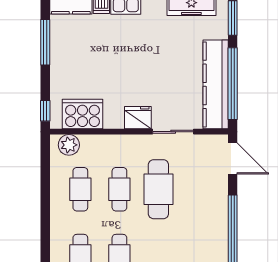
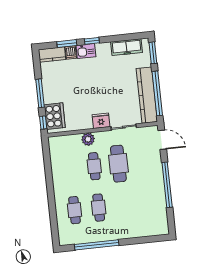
window: (45, 42) -> (40, 93), moved
cooker: (82, 114) -> (55, 116), moved, turned 90
plant: (69, 145) -> (88, 139), moved
cafe table: (80, 189) -> (70, 169), removed

